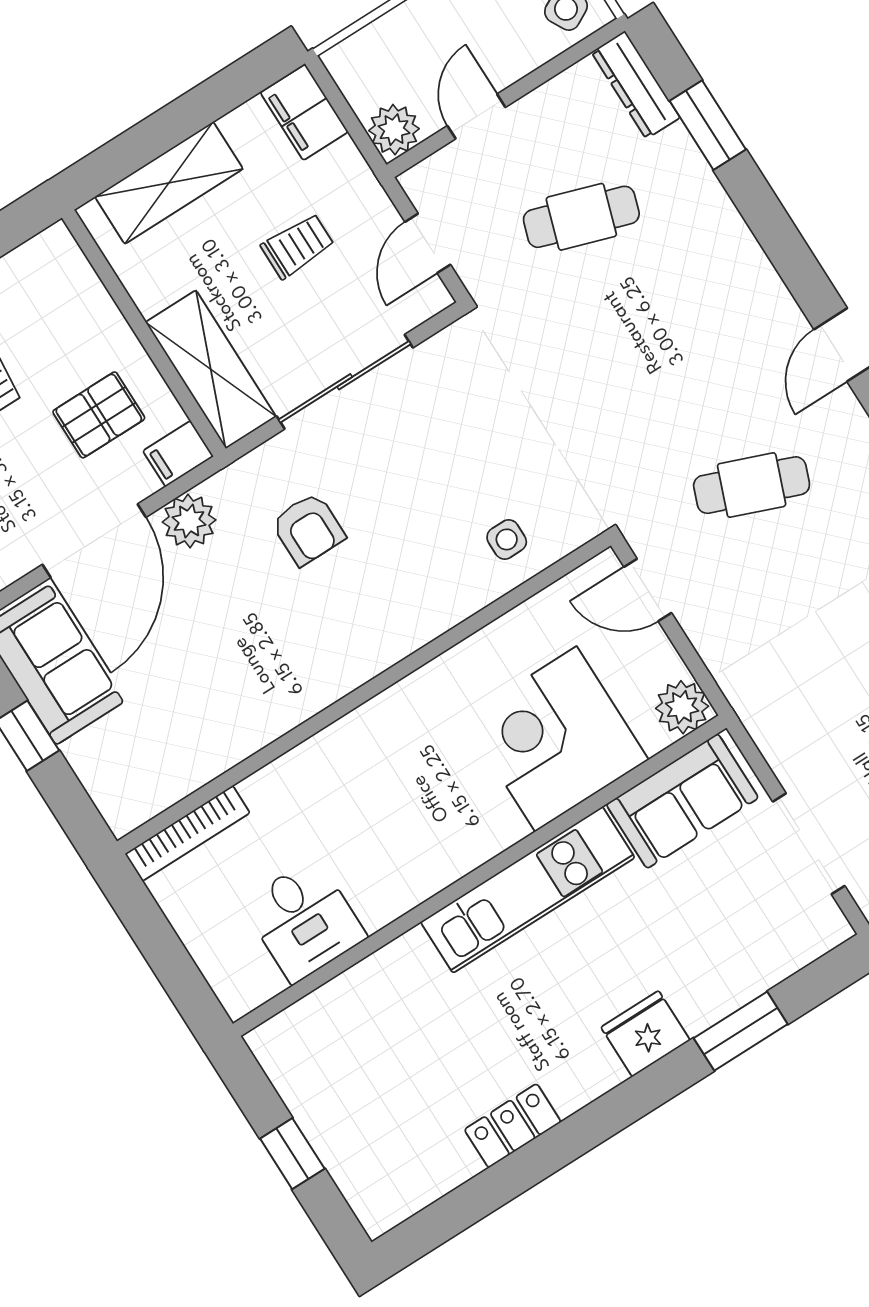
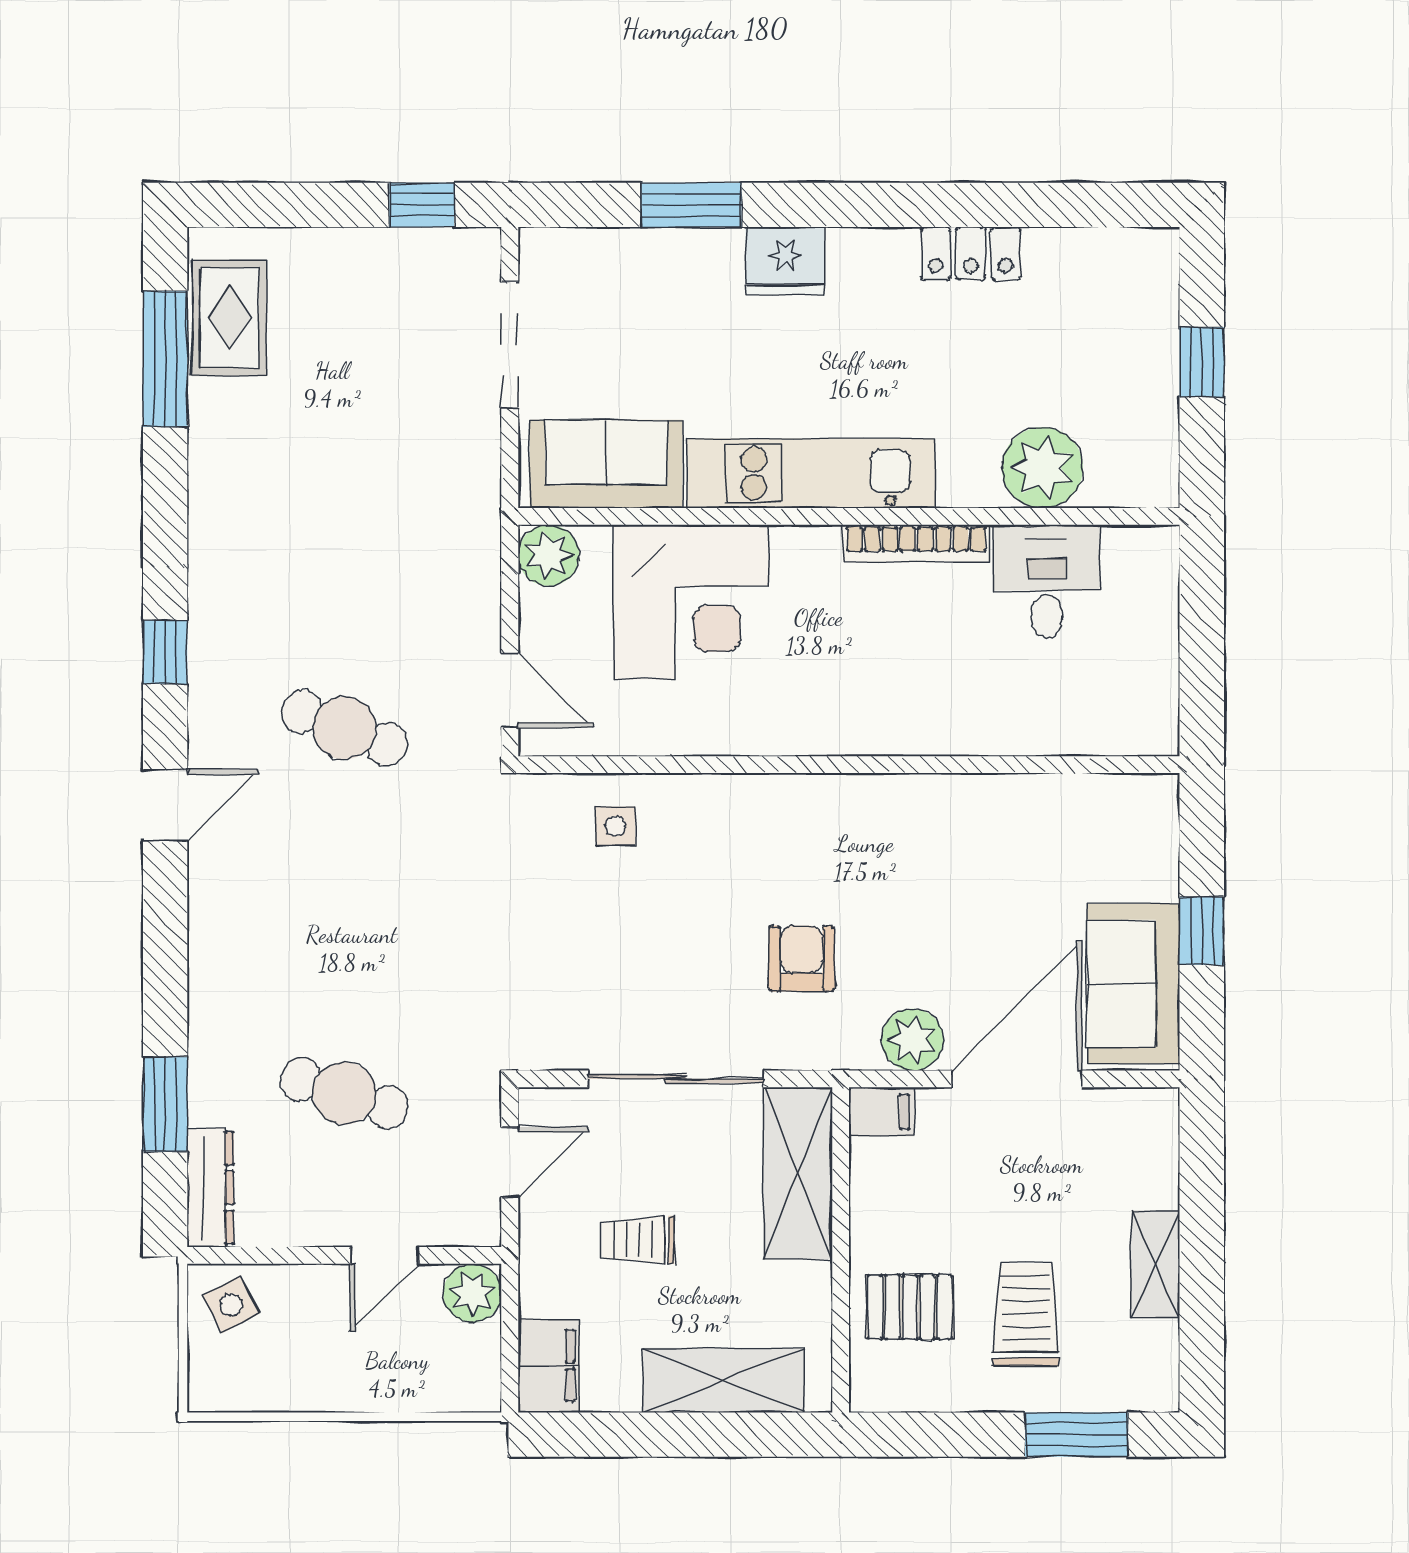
pallet: (99, 415) -> (910, 1307), moved
bookcase: (187, 833) -> (916, 544), moved, turned 180
plant: (360, 1002) -> (1042, 468), added

